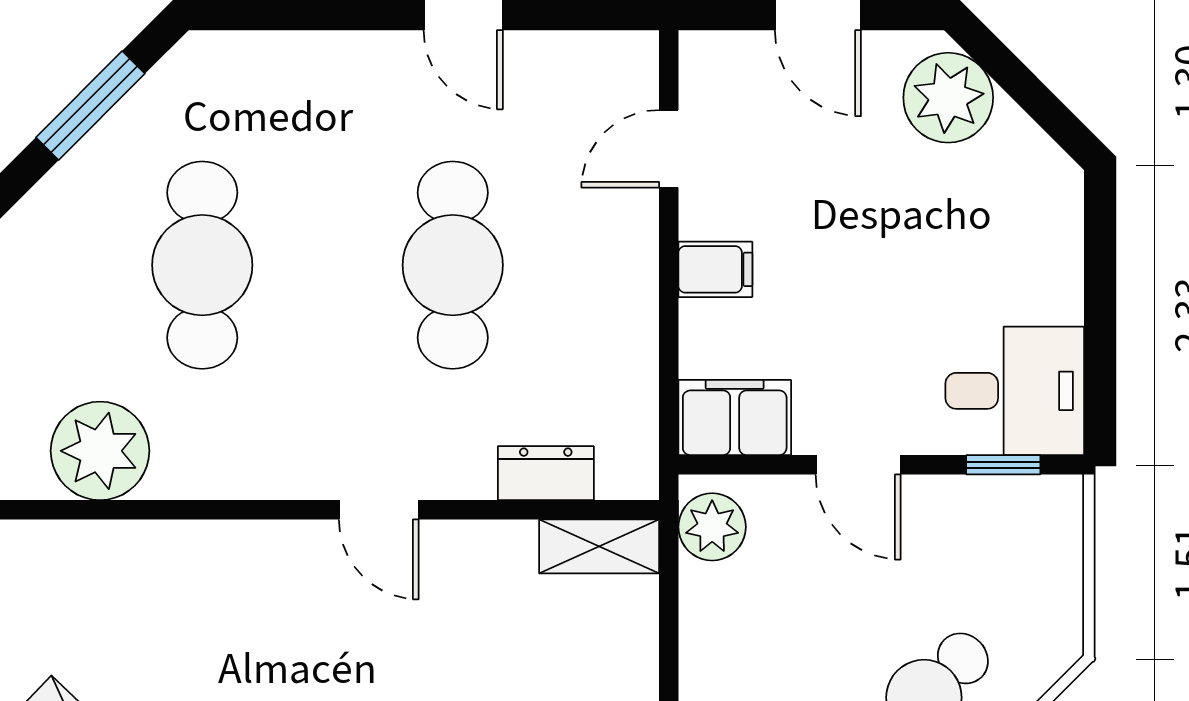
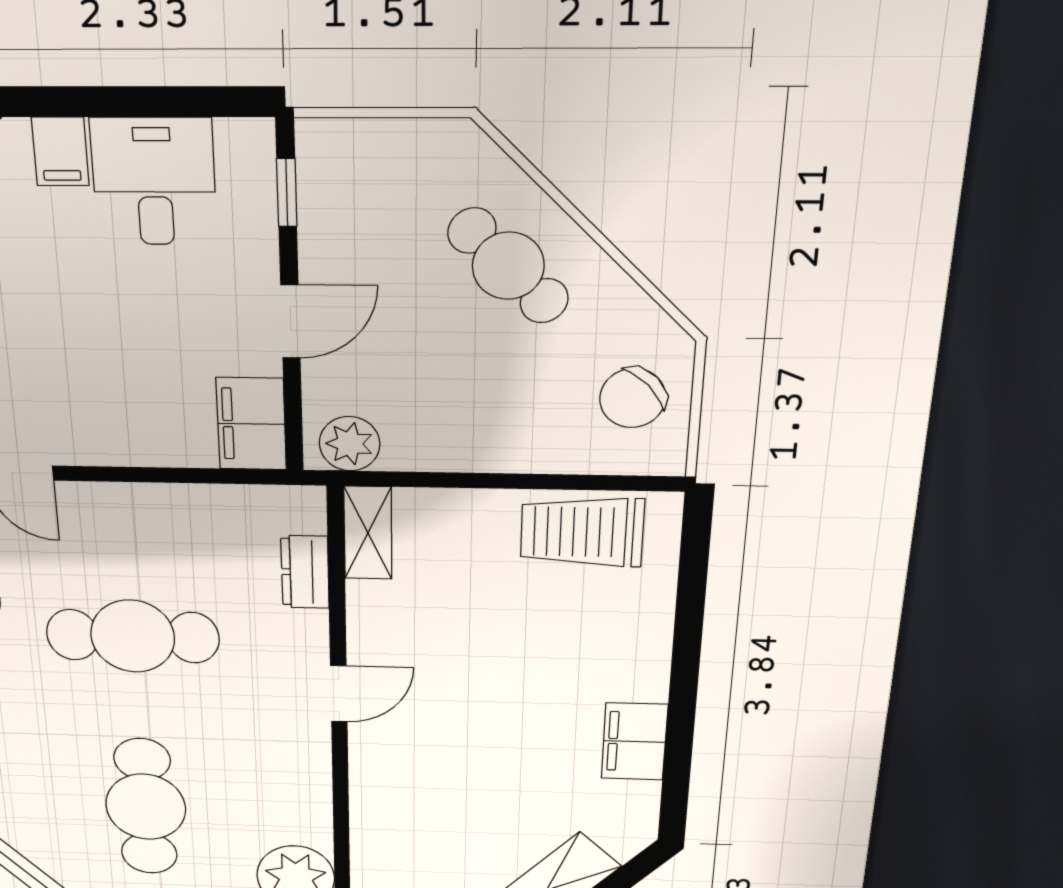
cafe table: (202, 265) -> (146, 807), turned 90
filing cabinet: (715, 269) -> (60, 152), moved, turned 180
desk: (1015, 391) -> (154, 182), moved

